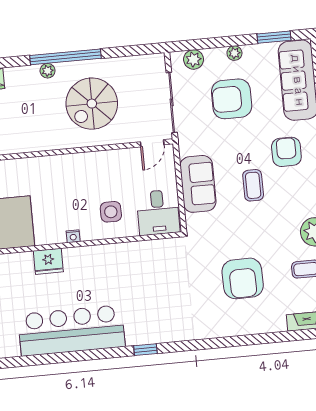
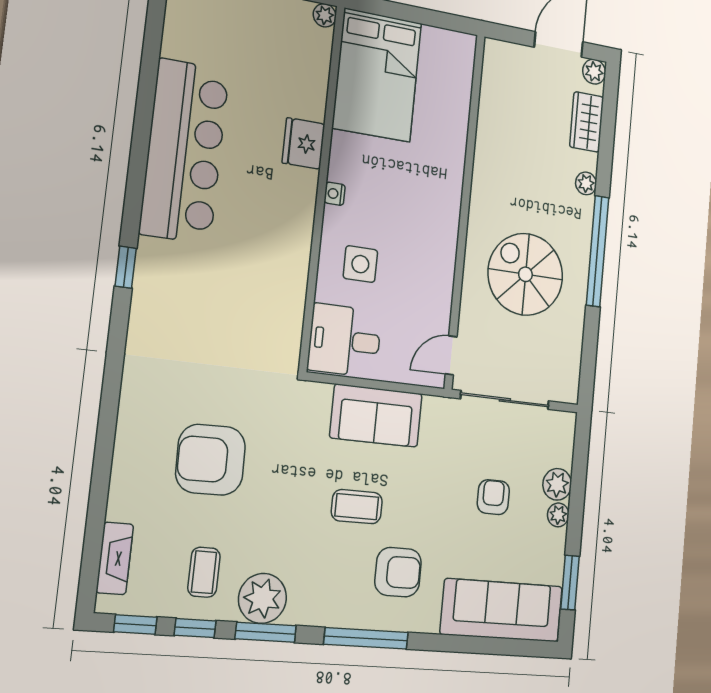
plant: (194, 59) -> (557, 484), moved
plant: (48, 71) -> (586, 183), moved
armchair: (232, 99) -> (493, 497), width x0.53, depth x0.53
door: (152, 143) -> (451, 355), hinge flipped

